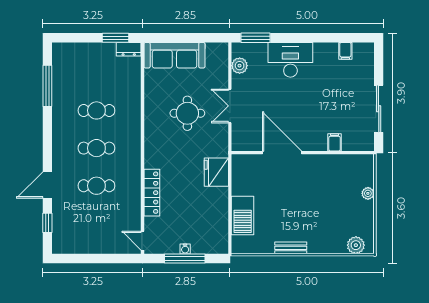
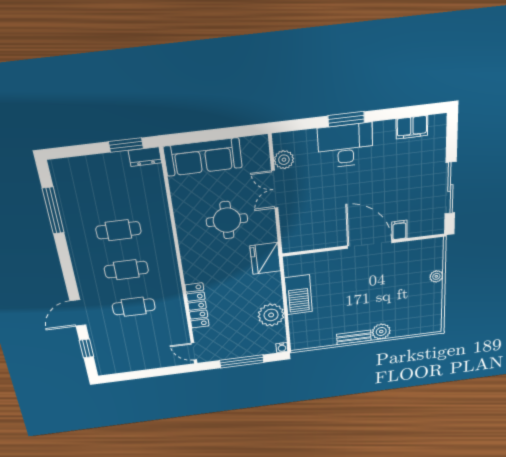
window: (256, 38) -> (346, 119), moved
filing cabinet: (345, 51) -> (412, 127), width x2.00
double door: (230, 106) -> (275, 189), moved
door: (282, 153) -> (370, 244), moved
fridge: (216, 172) -> (265, 258), moved
plant: (216, 212) -> (271, 315), added
barbecue: (243, 216) -> (298, 295), moved
plant: (356, 245) -> (381, 332), moved
water cooler: (185, 249) -> (282, 348), moved

